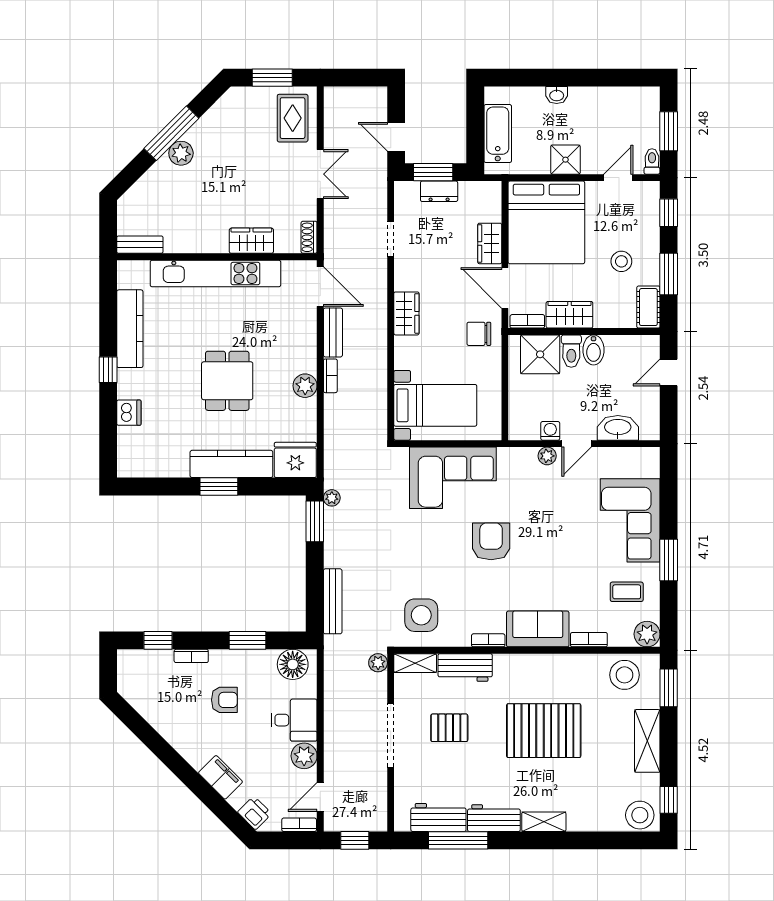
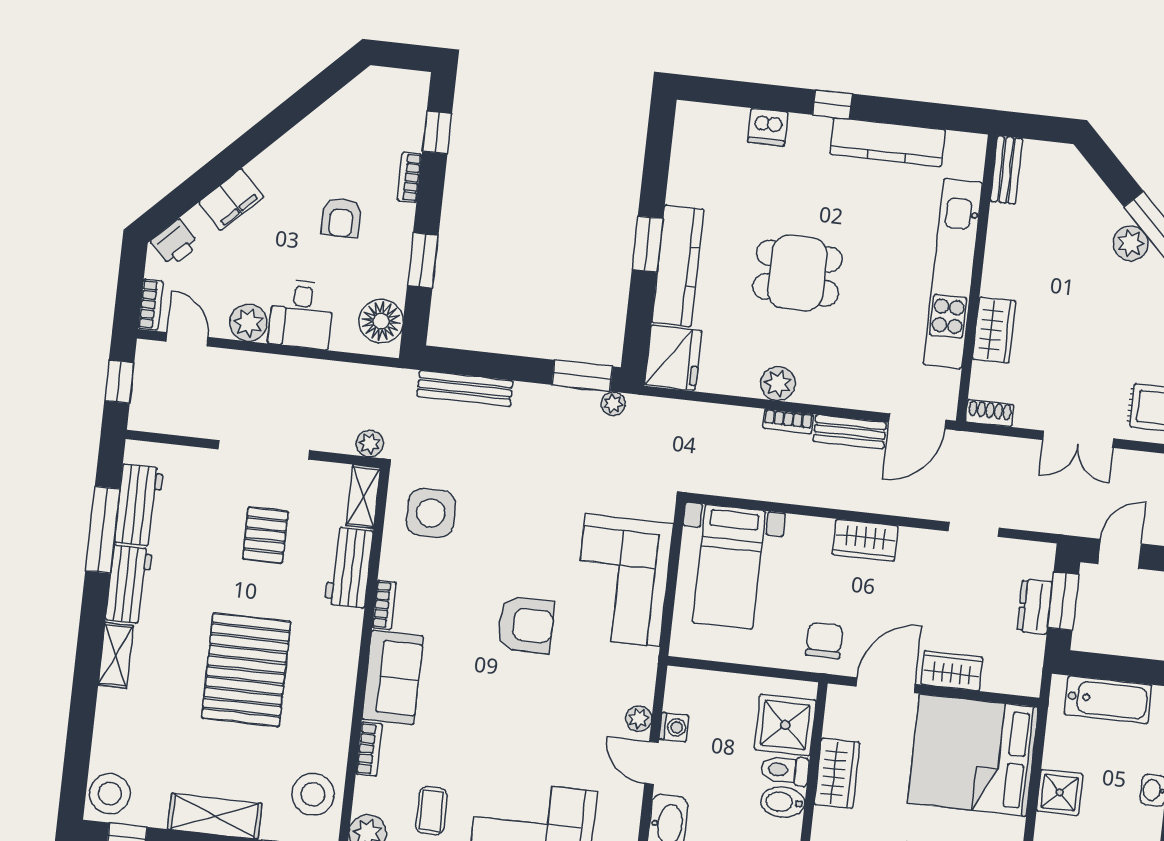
bookcase: (527, 321) -> (834, 712), removed

